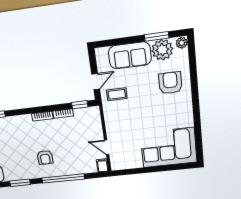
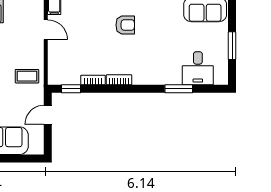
coffee table: (117, 94) -> (27, 76), moved
armchair: (45, 157) -> (125, 25), turned 90

